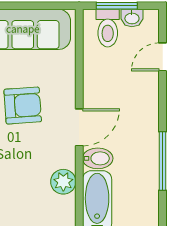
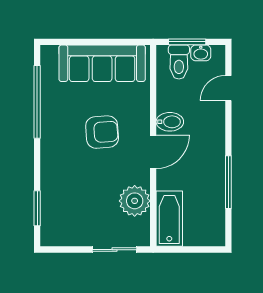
bidet: (98, 158) -> (170, 122), moved
plant: (63, 182) -> (135, 201), width x1.36, depth x1.36

